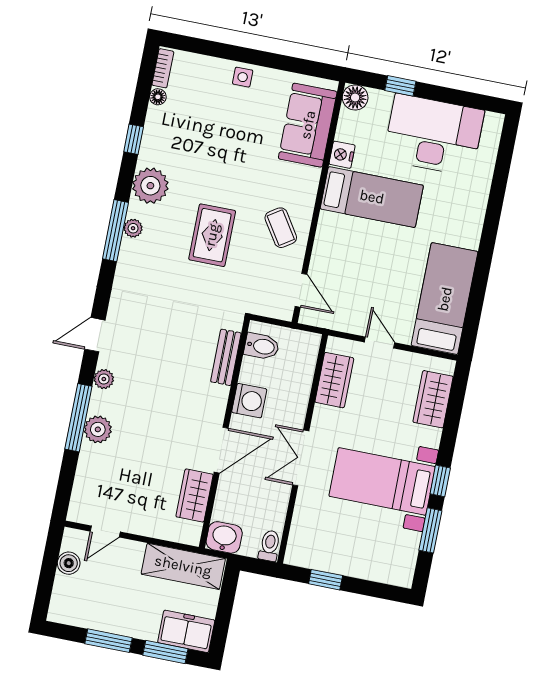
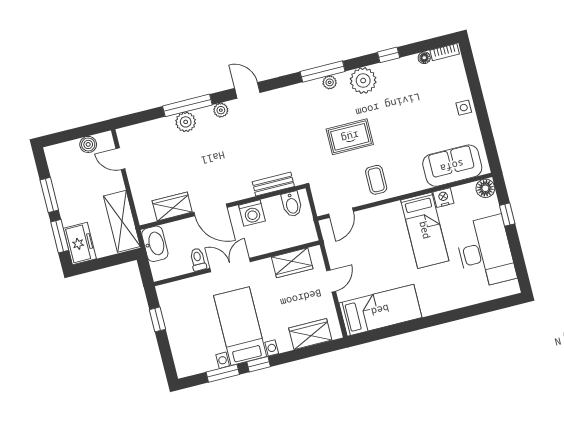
coffee table: (281, 228) -> (376, 180), turned -57
washbasin: (224, 537) -> (155, 244), width x1.38
toilet: (270, 546) -> (198, 259), moved, turned -90

